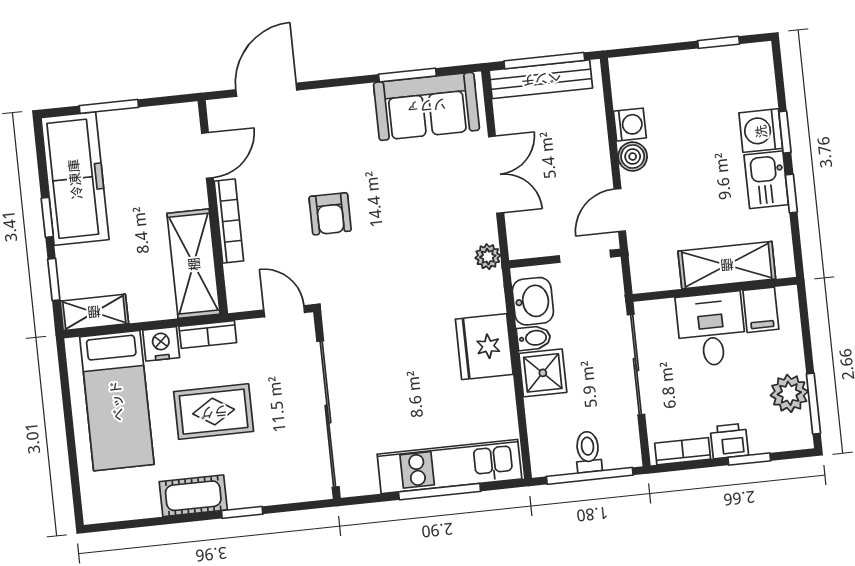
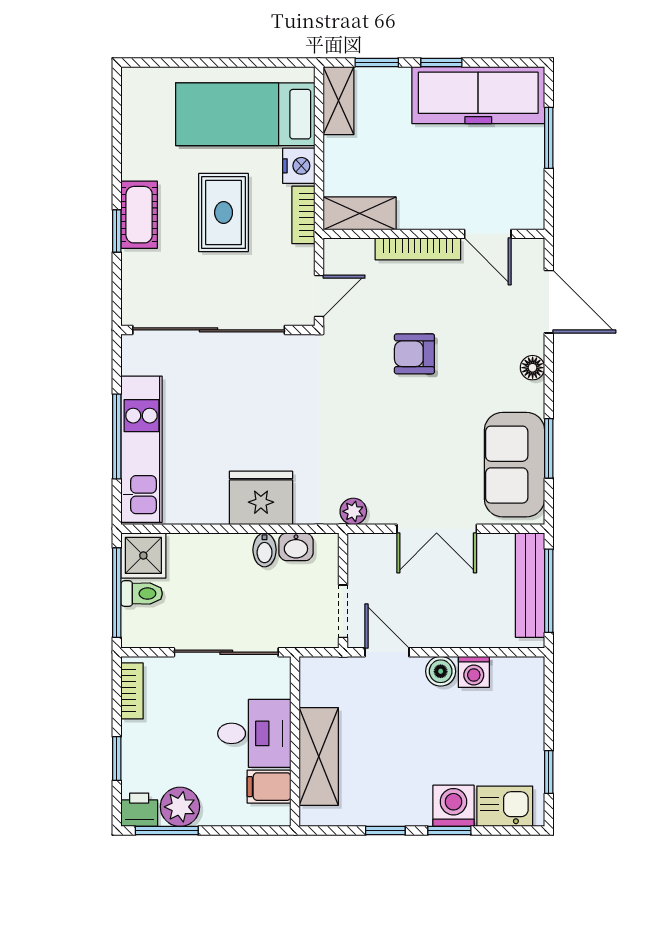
floor lamp: (332, 99) -> (533, 368), added
kitchen sink: (766, 180) -> (505, 806), moved
shelving: (194, 264) -> (360, 213), width x0.67, depth x0.75
washbasin: (533, 301) -> (296, 547), width x0.72, depth x0.69
shower: (543, 373) -> (143, 555), moved
printer: (729, 441) -> (139, 810), moved, turned -90
cot: (193, 496) -> (139, 215), moved

